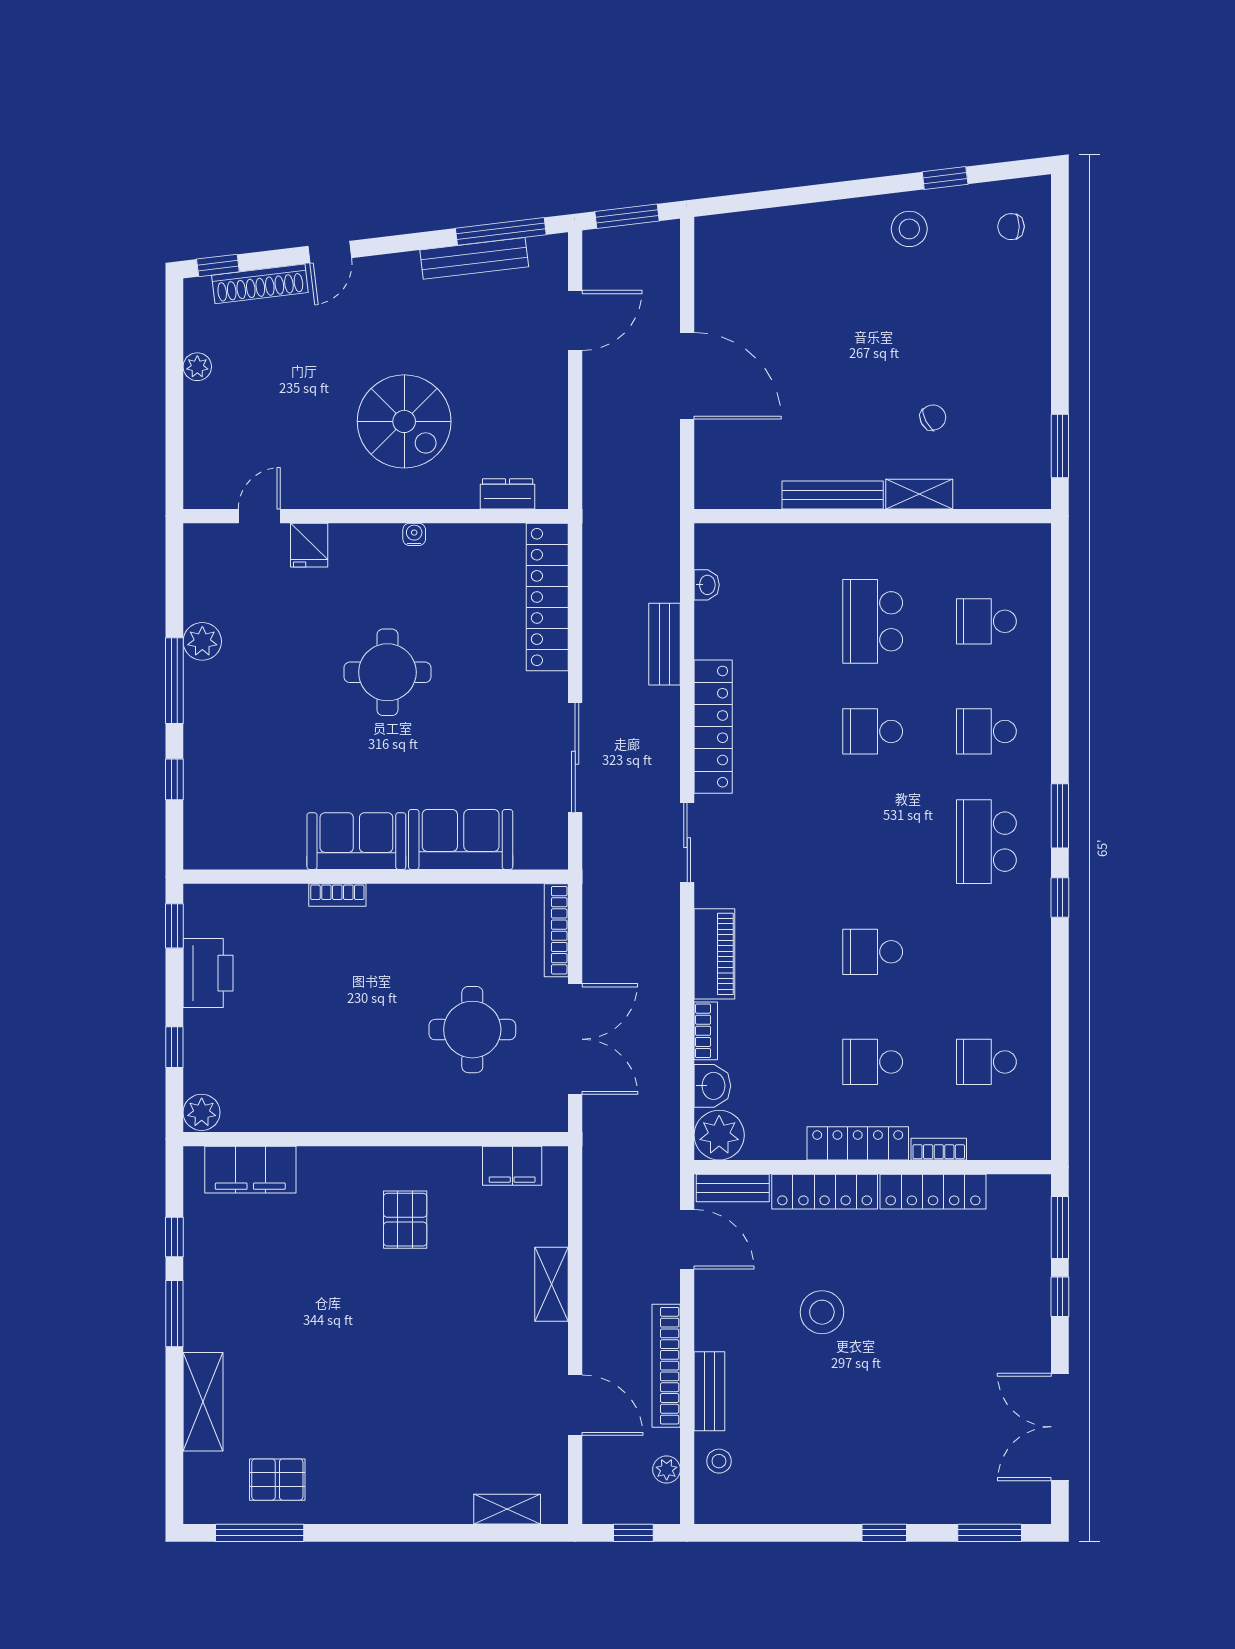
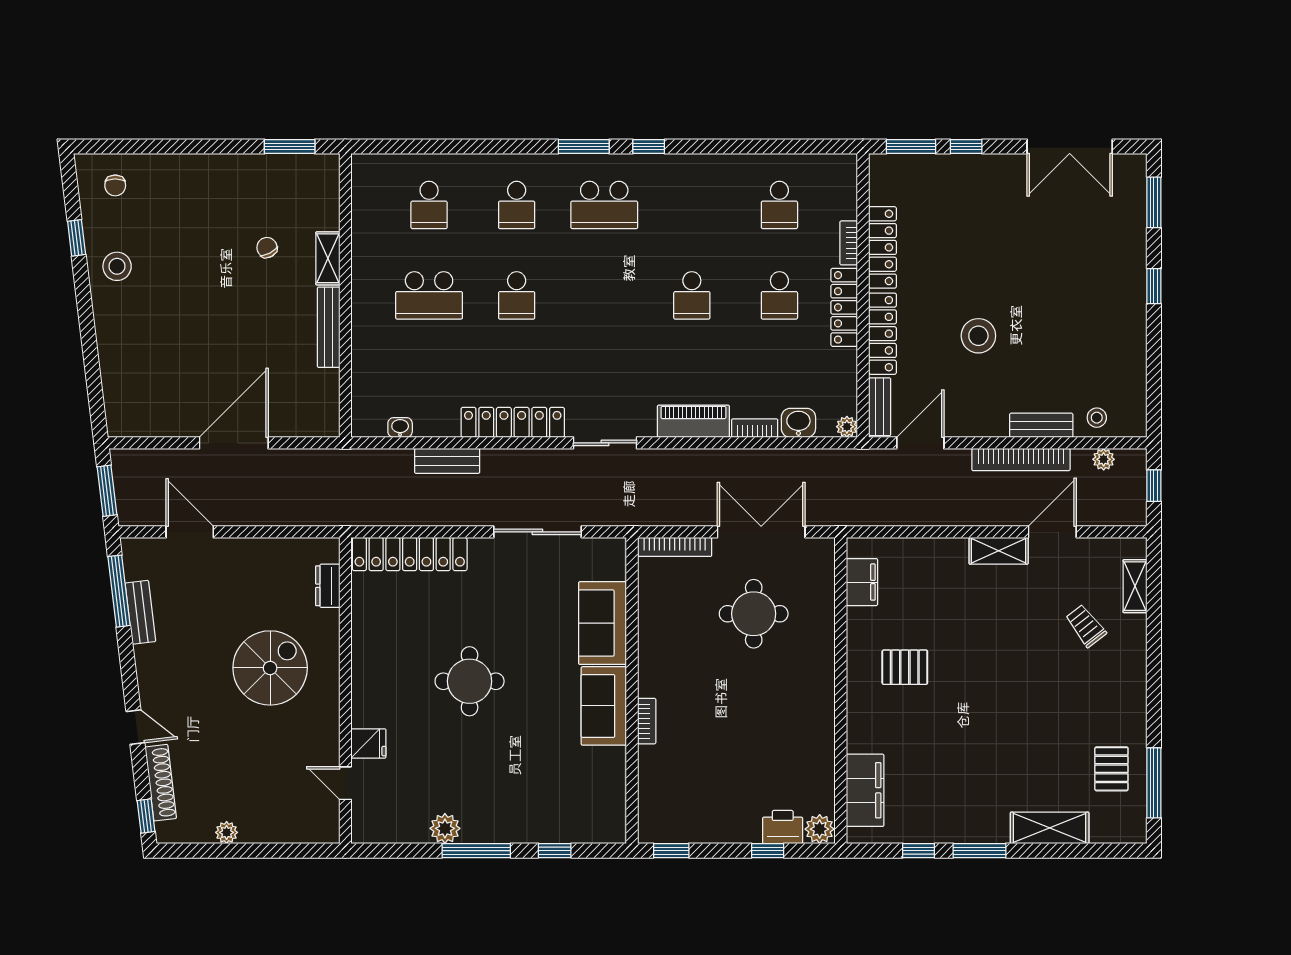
bench: (474, 258) -> (140, 612), width x0.73
water cooler: (414, 534) -> (360, 660), removed
printer: (208, 973) -> (783, 827), moved, width x0.73, depth x0.84
plant: (719, 1135) -> (847, 427), width x0.53, depth x0.53
shelving: (552, 1284) -> (999, 551), moved
trolley: (457, 1447) -> (1086, 626), added

